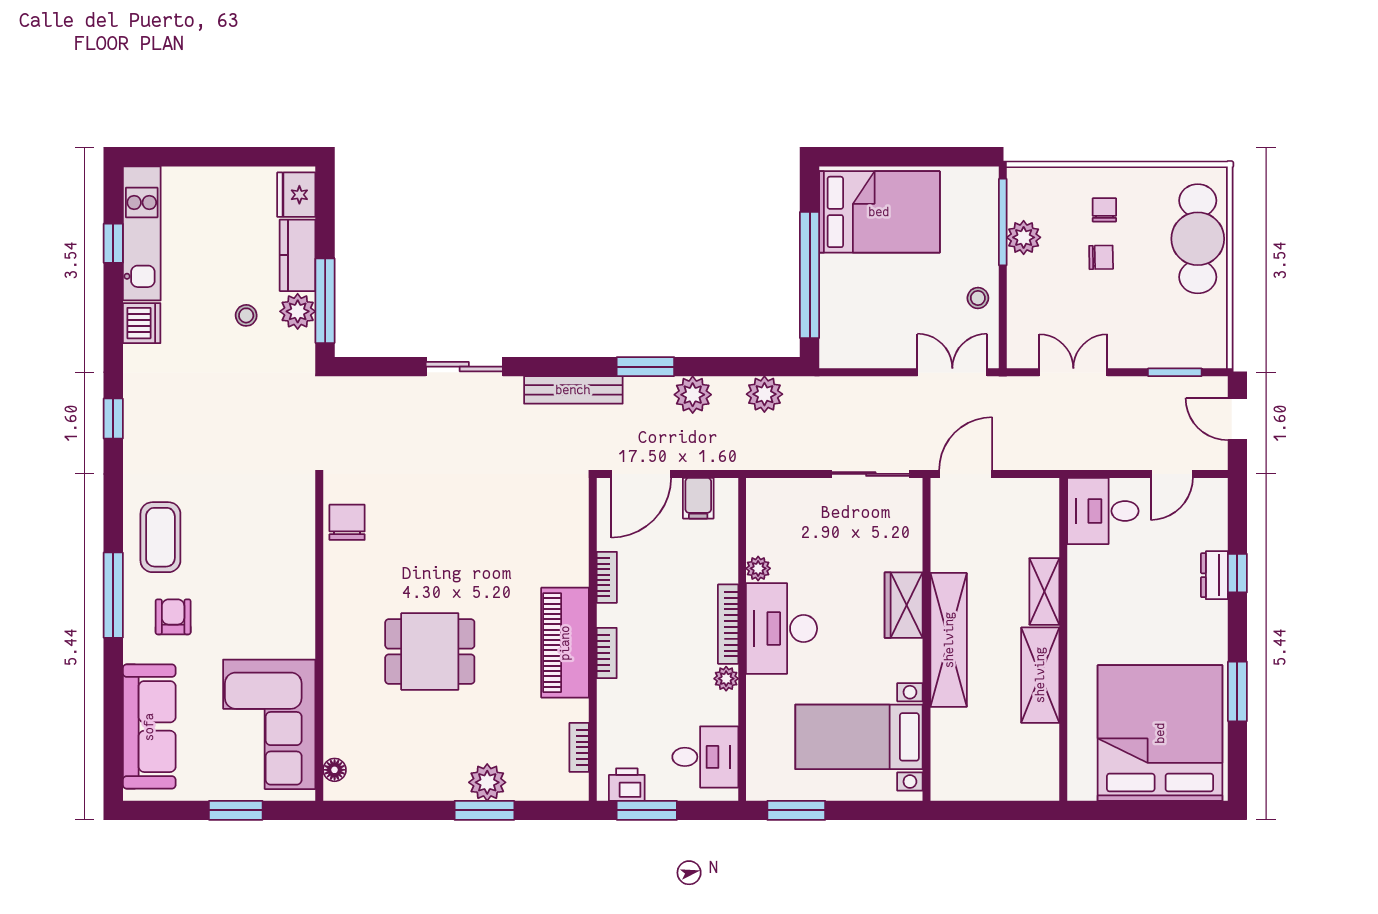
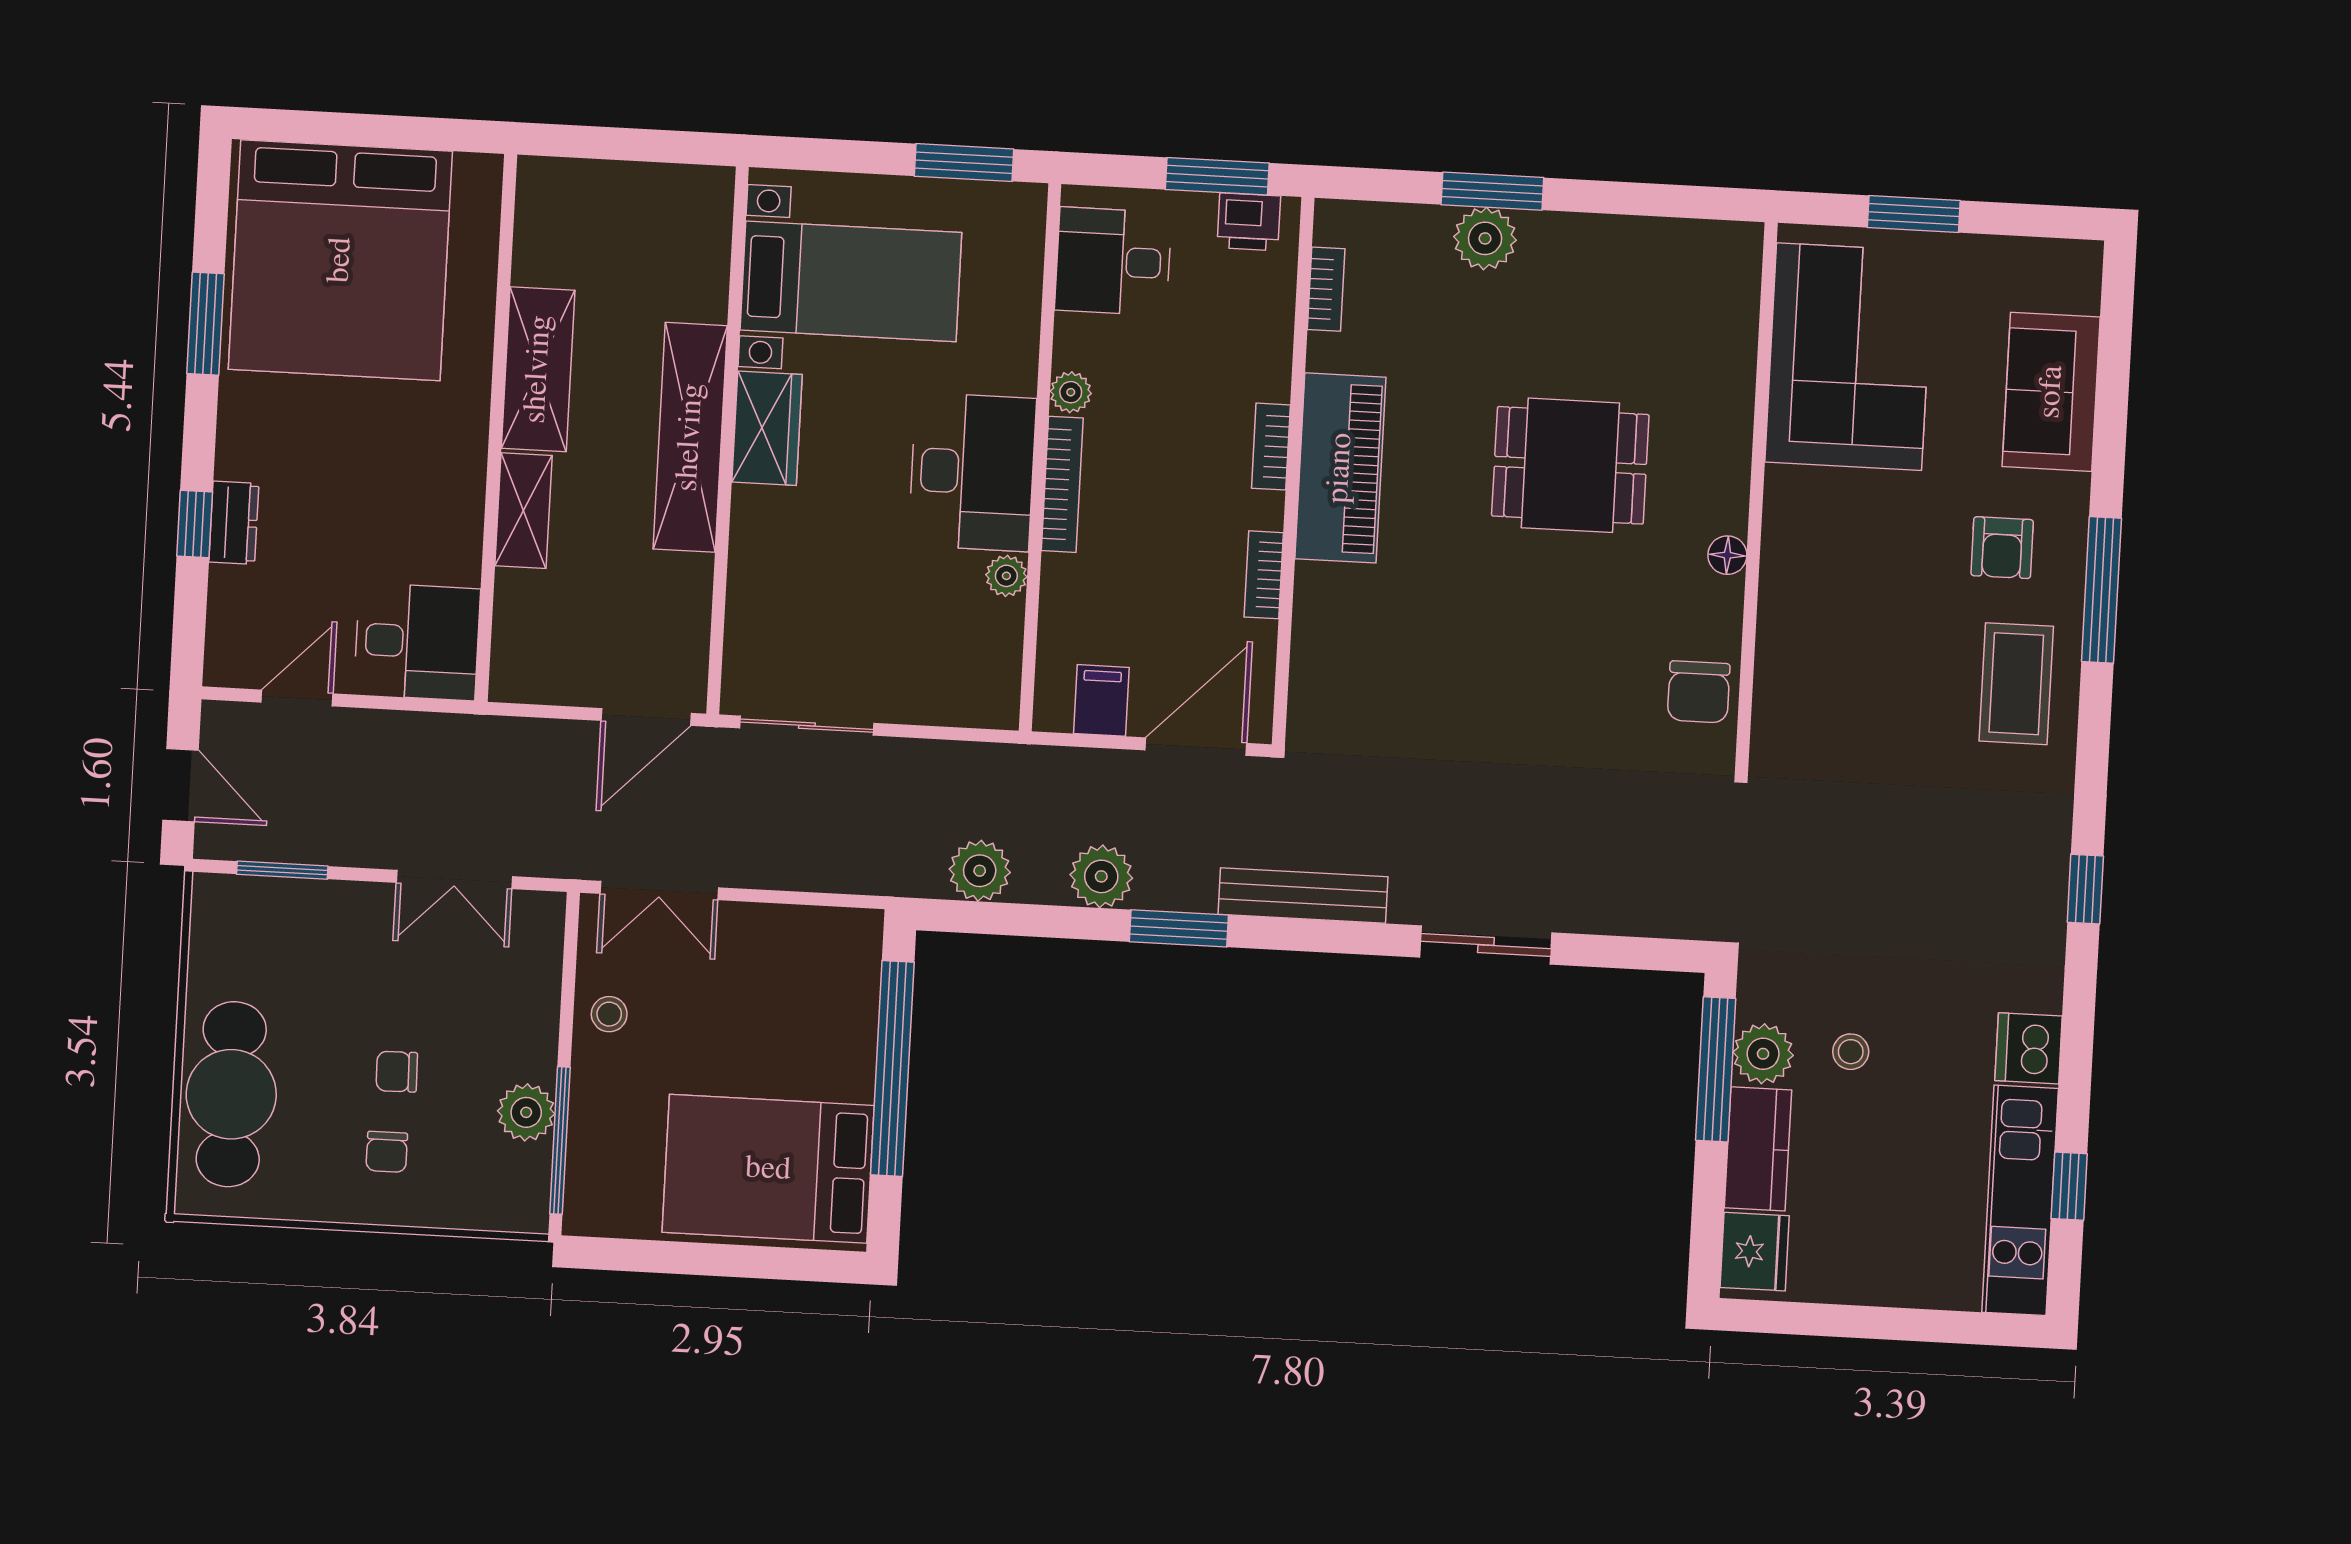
wardrobe: (904, 605) -> (767, 428), moved
sofa: (149, 727) -> (2051, 392), width x0.73
floor lamp: (335, 770) -> (1727, 555), moved

